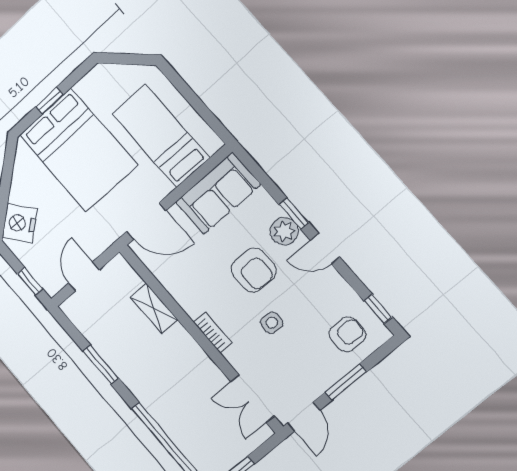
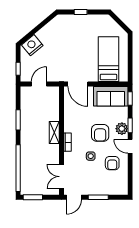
bed: (78, 150) -> (76, 38), removed
shelving: (154, 309) -> (54, 133), moved
window: (378, 309) -> (130, 99), moved
armchair: (347, 334) -> (112, 163), moved, turned 90

